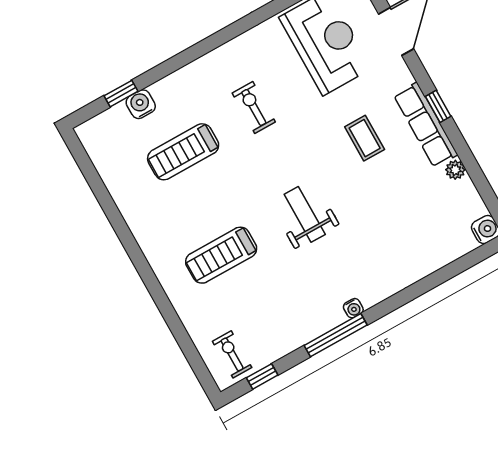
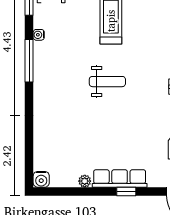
coffee table: (365, 138) -> (132, 140), removed
water cooler: (353, 308) -> (39, 35), moved

